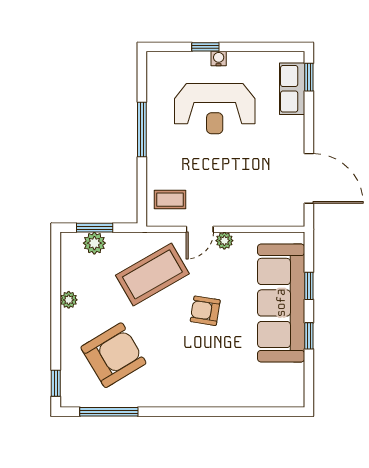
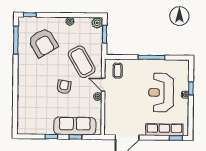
row of seats: (292, 89) -> (164, 130), width x1.48
plant: (94, 243) -> (97, 23), moved
sofa: (281, 303) -> (75, 126), width x0.74, depth x0.79

